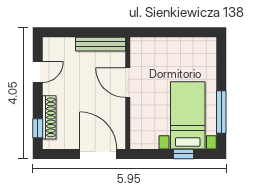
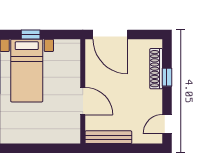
door: (38, 72) -> (167, 124), moved
window: (38, 128) -> (167, 77), moved

